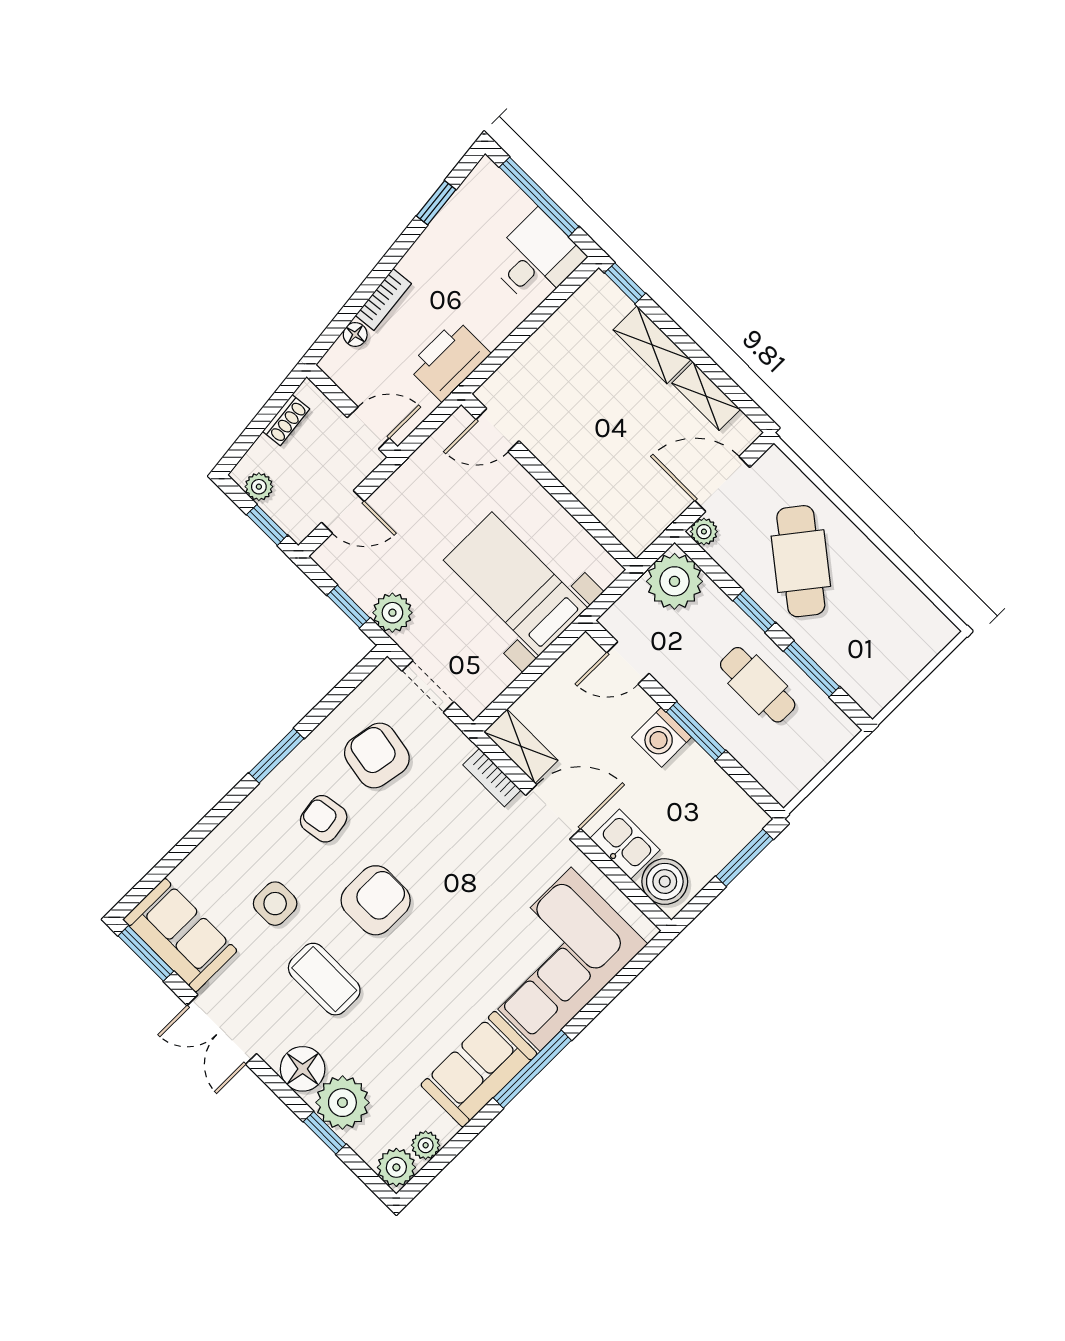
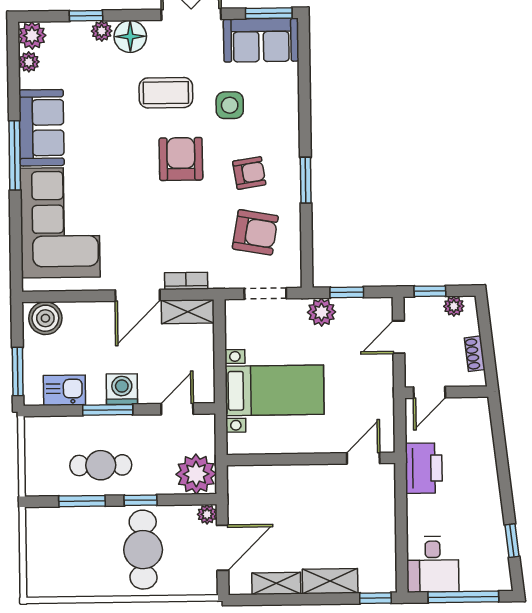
bookcase: (383, 300) -> (488, 465), removed
floor lamp: (355, 334) -> (484, 433), removed
cafe table: (801, 561) -> (143, 550), turned 52
kitchen sink: (625, 844) -> (64, 390), moved, turned 180
armchair: (376, 900) -> (181, 159), turned 180
plant: (342, 1103) -> (102, 31), width x0.53, depth x0.53

